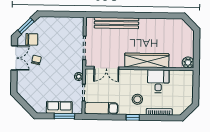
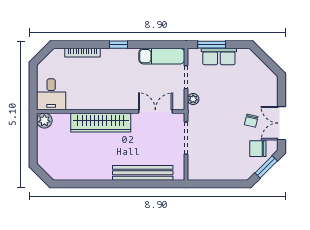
desk: (158, 81) -> (51, 94), moved
stool: (137, 99) -> (113, 69), removed

